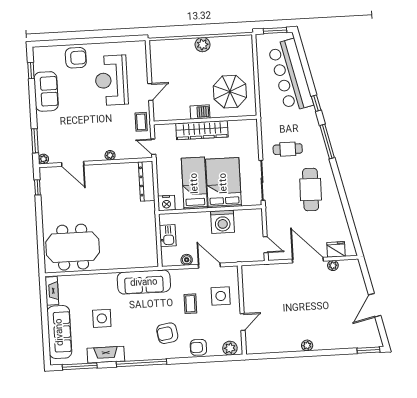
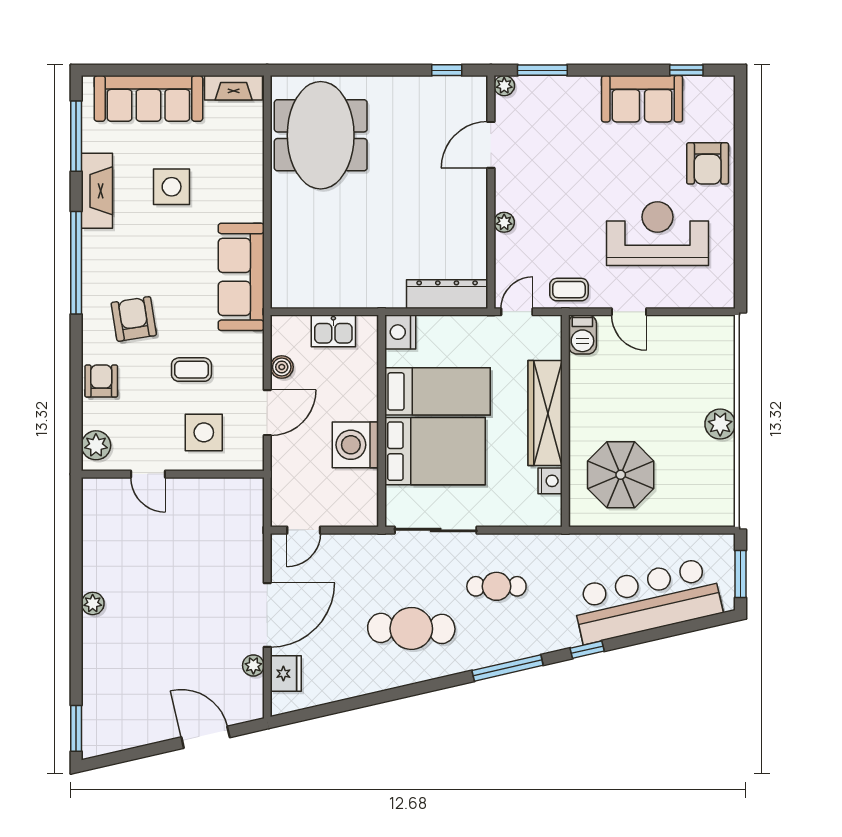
barbecue: (200, 112) -> (582, 335), moved
nightstand: (235, 126) -> (550, 481), added
cafe table: (288, 149) -> (496, 586), turned 90
door: (375, 305) -> (206, 737), moved

